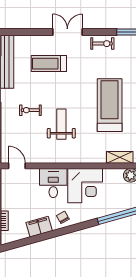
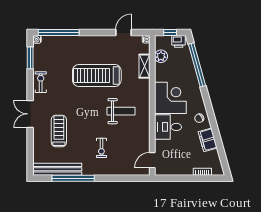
treadmill: (49, 64) -> (59, 131), turned 180
weight bench: (61, 124) -> (121, 111), moved, turned 180

